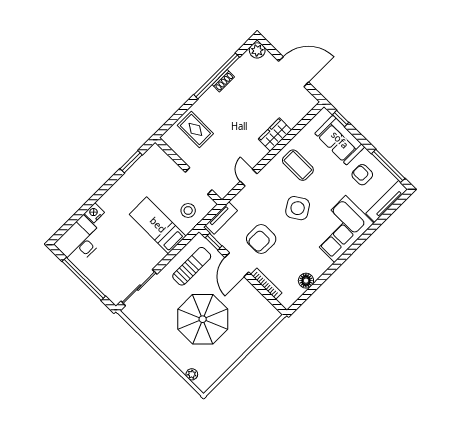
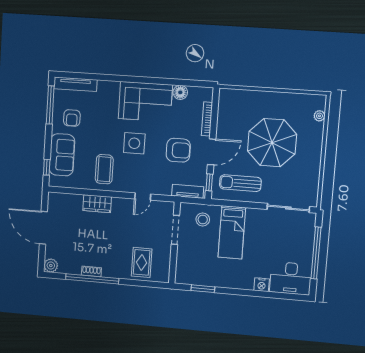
side table: (298, 208) -> (134, 143), turned 33
corner sofa: (340, 229) -> (145, 102), moved

